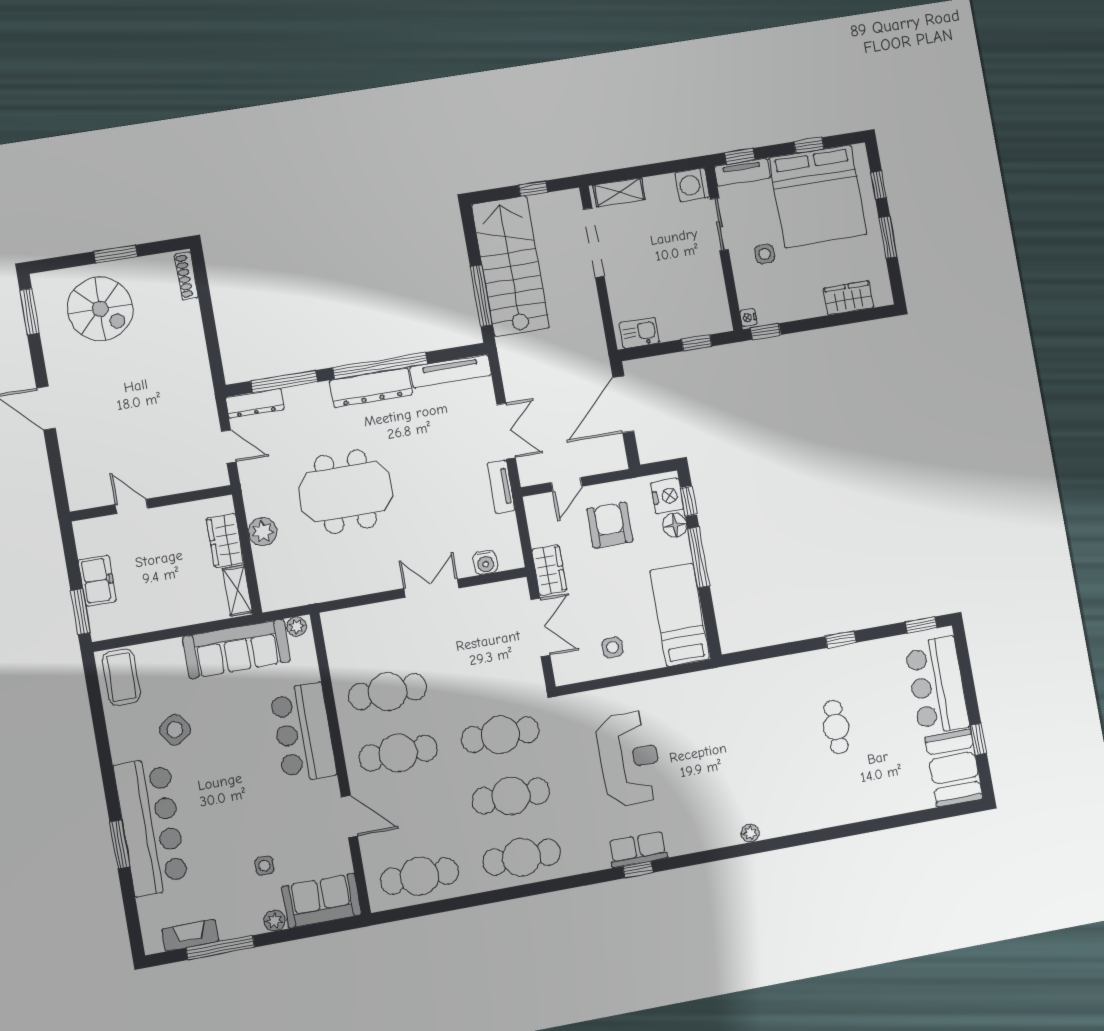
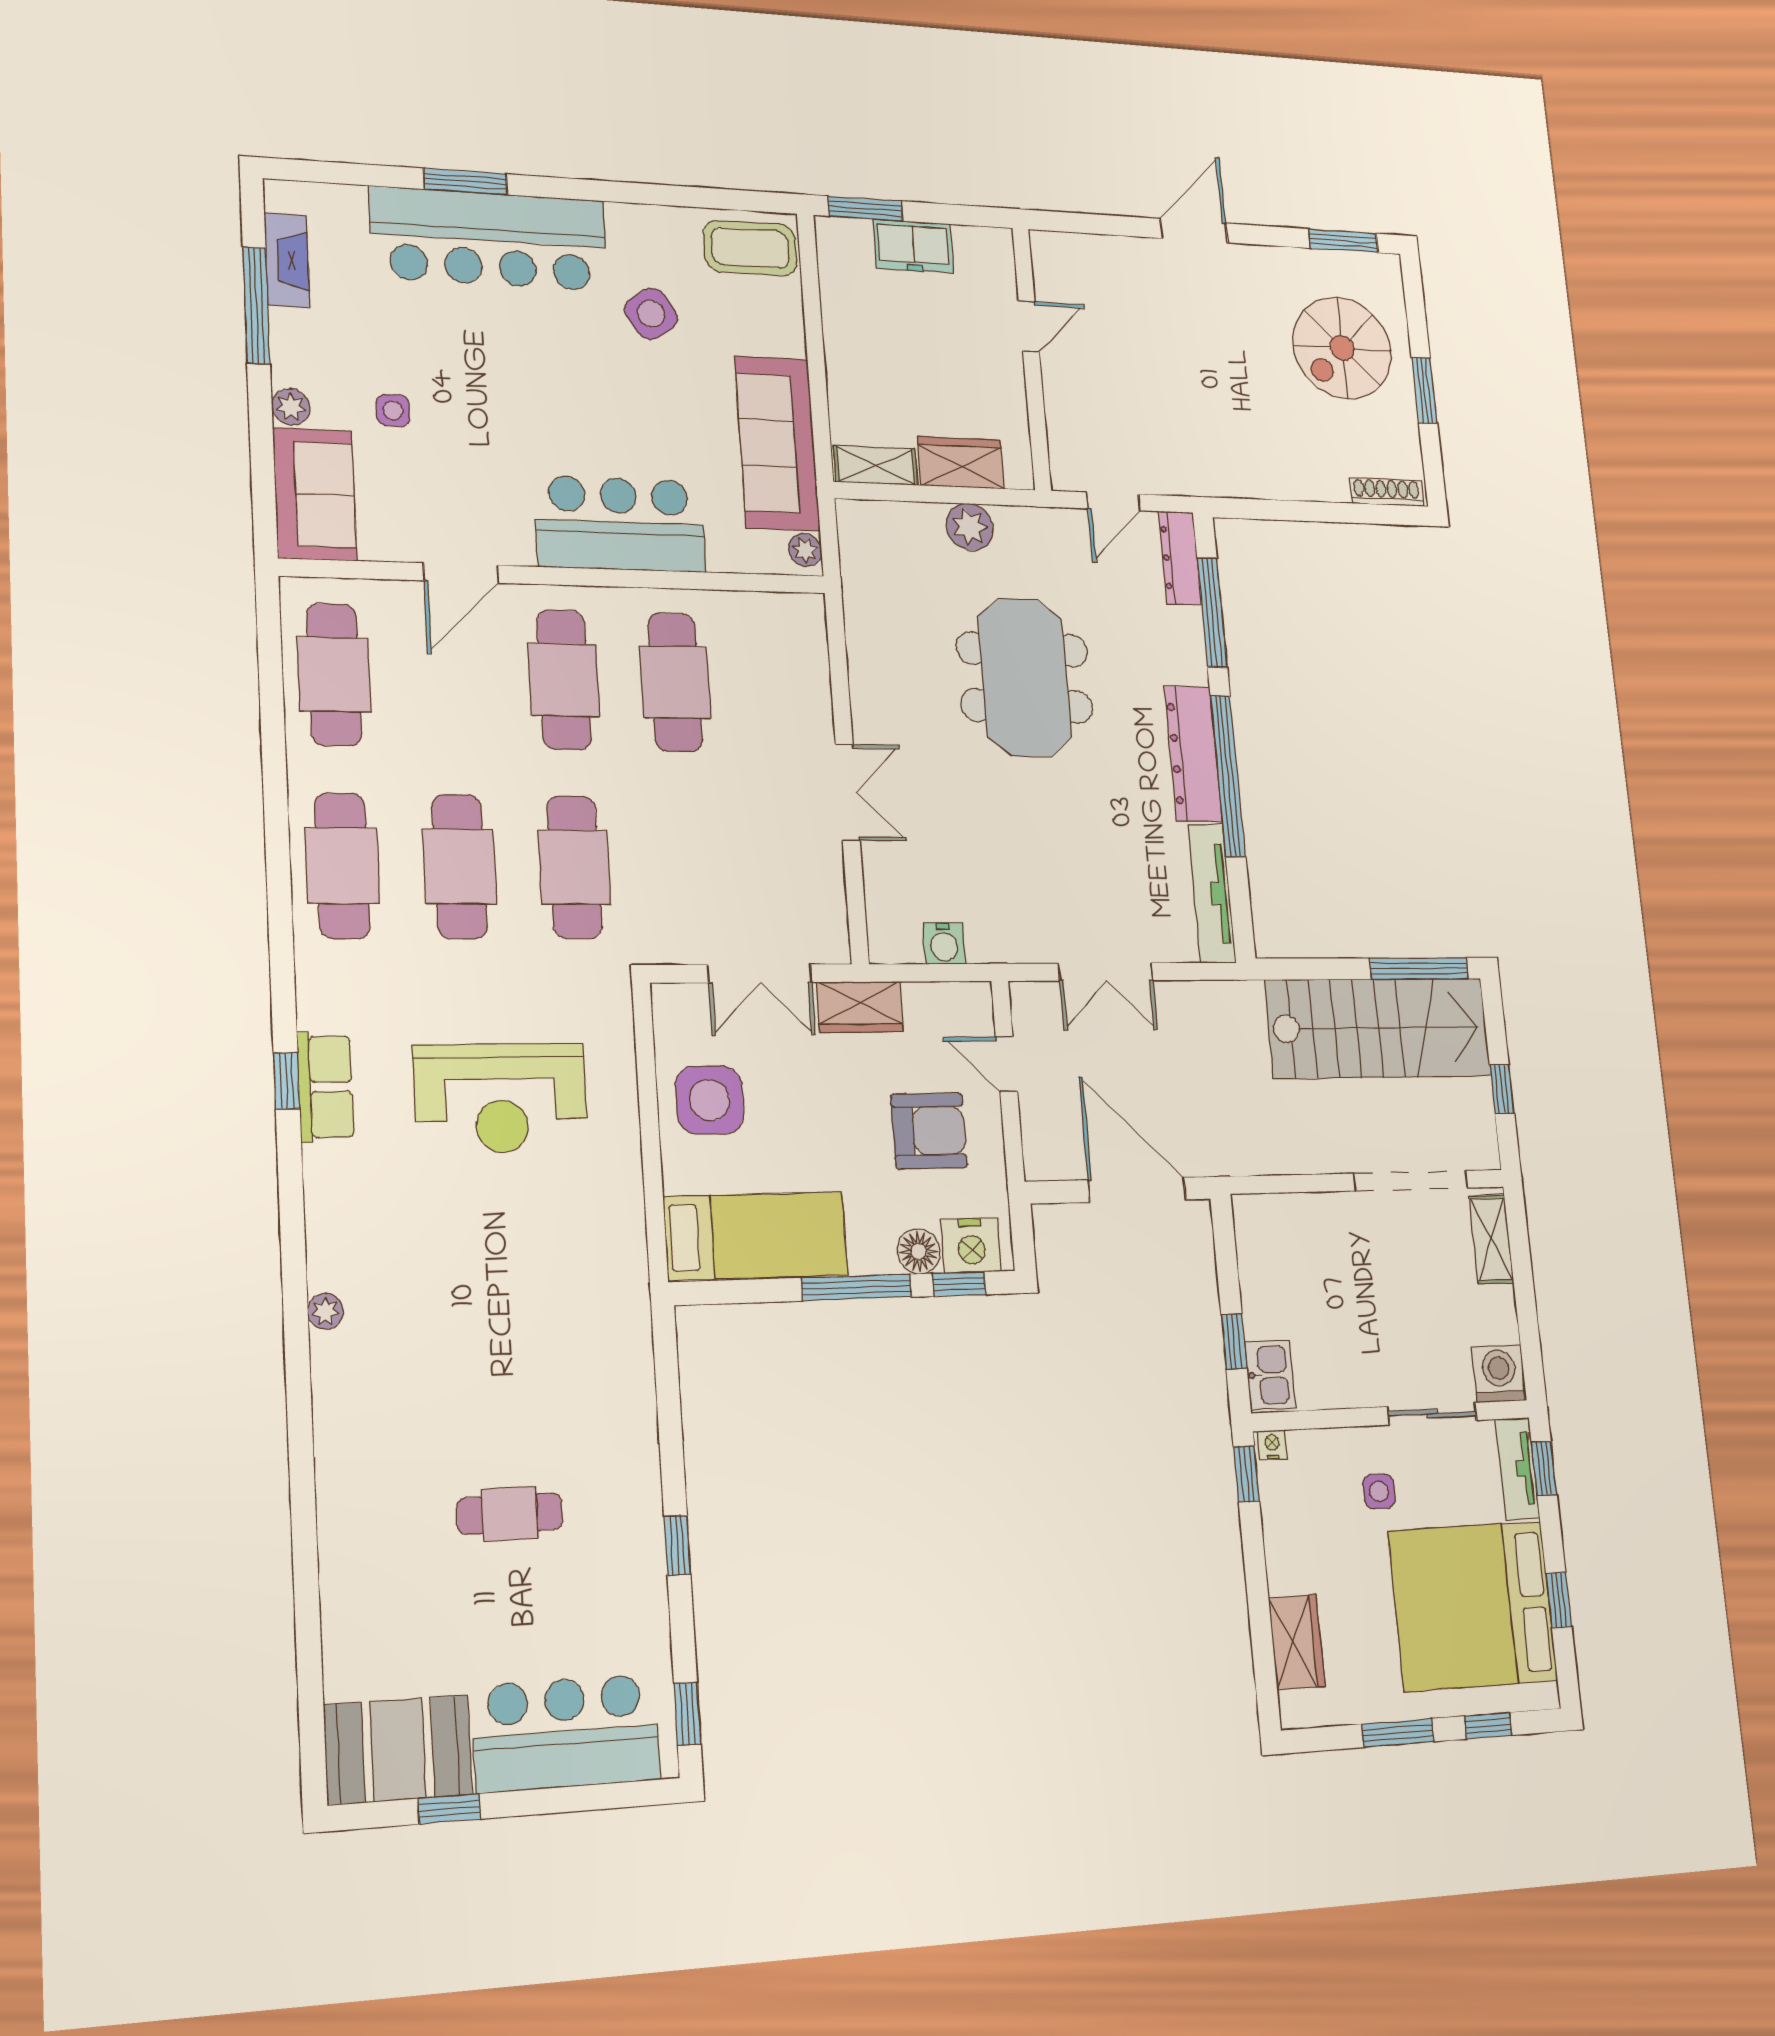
window: (481, 296) -> (1419, 968), moved
kitchen sink: (639, 333) -> (1270, 1375), moved
tv unit: (501, 487) -> (1012, 946), removed
water cooler: (485, 562) -> (944, 943), moved, turned -90
side table: (613, 647) -> (710, 1100), width x1.87, depth x1.87

